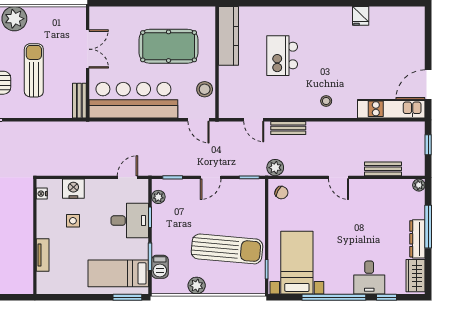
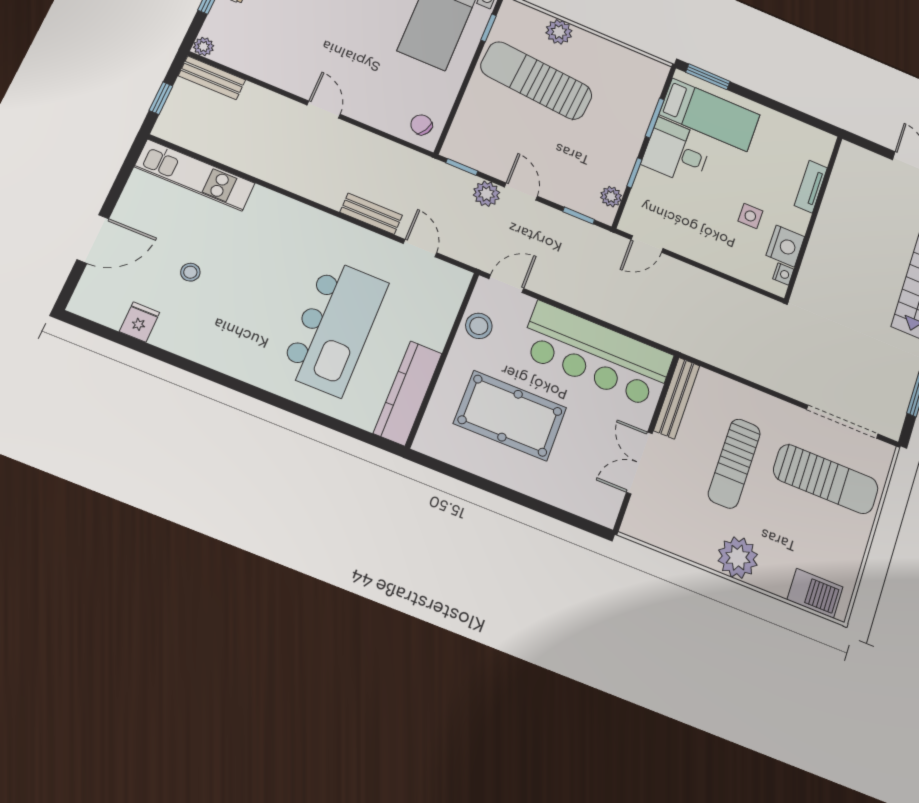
fridge: (361, 16) -> (140, 322), moved
kitchen island: (282, 56) -> (334, 327), width x1.87, depth x1.28
door: (428, 84) -> (93, 239), moved
bench: (79, 101) -> (677, 398), width x1.36
stool: (326, 101) -> (190, 272), moved
door: (199, 120) -> (506, 284), hinge flipped
plant: (275, 168) -> (486, 194), moved
bench: (383, 169) -> (212, 78), moved
door: (211, 177) -> (521, 192), hinge flipped
nightstand: (73, 189) -> (785, 246), moved, turned -90
desk: (130, 221) -> (677, 152), moved
barbecue: (160, 267) -> (645, 98), removed
plant: (197, 286) -> (559, 32), moved

